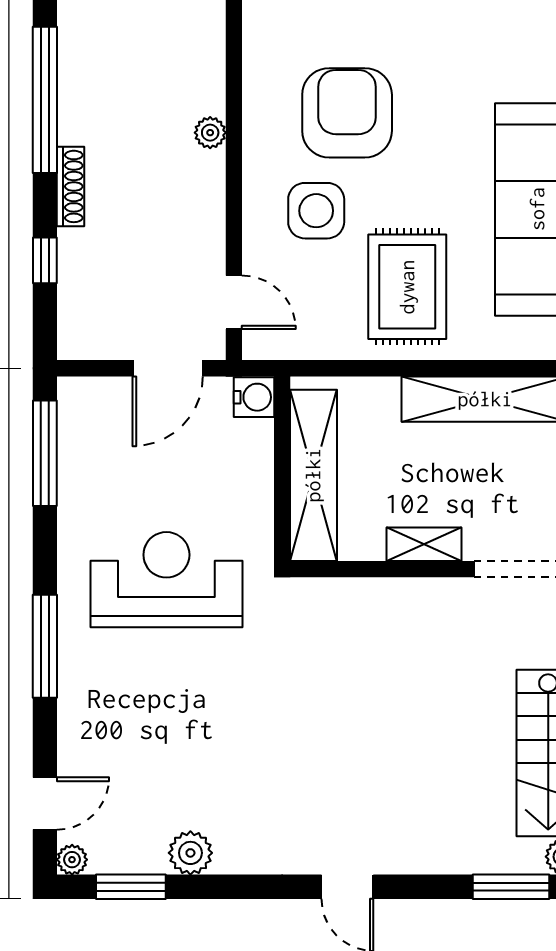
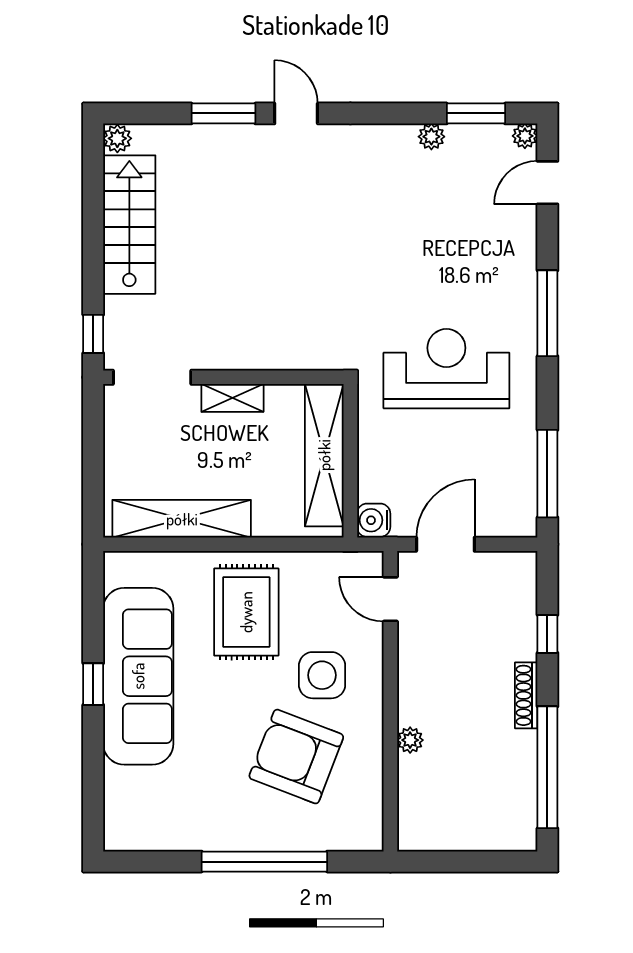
armchair: (347, 113) -> (296, 757), turned 111
reception desk: (166, 580) -> (446, 369), turned 180
plant: (190, 853) -> (431, 137), width x0.73, depth x0.73
window: (511, 887) -> (223, 113), moved

